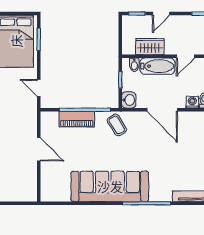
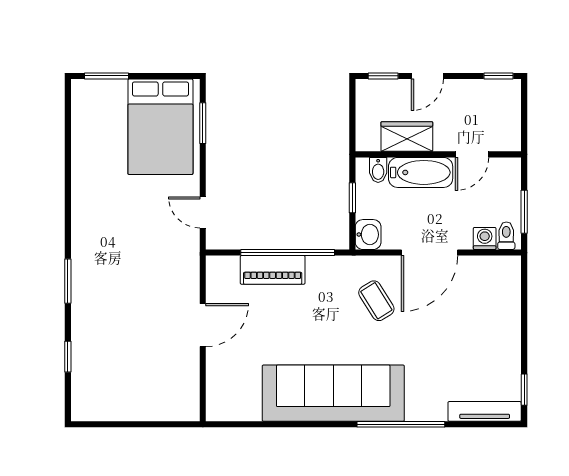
door: (162, 110) -> (429, 253), hinge flipped
coffee table: (117, 125) -> (376, 301), moved
door: (39, 149) -> (203, 325), hinge flipped

